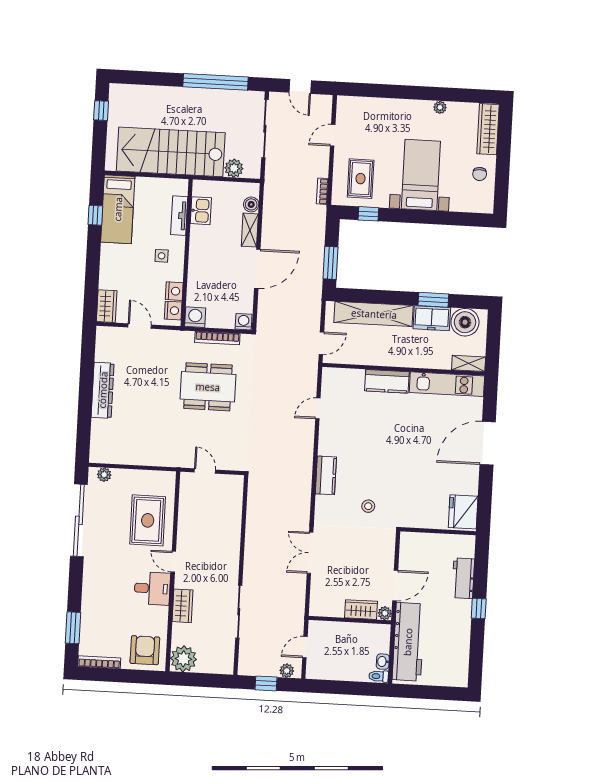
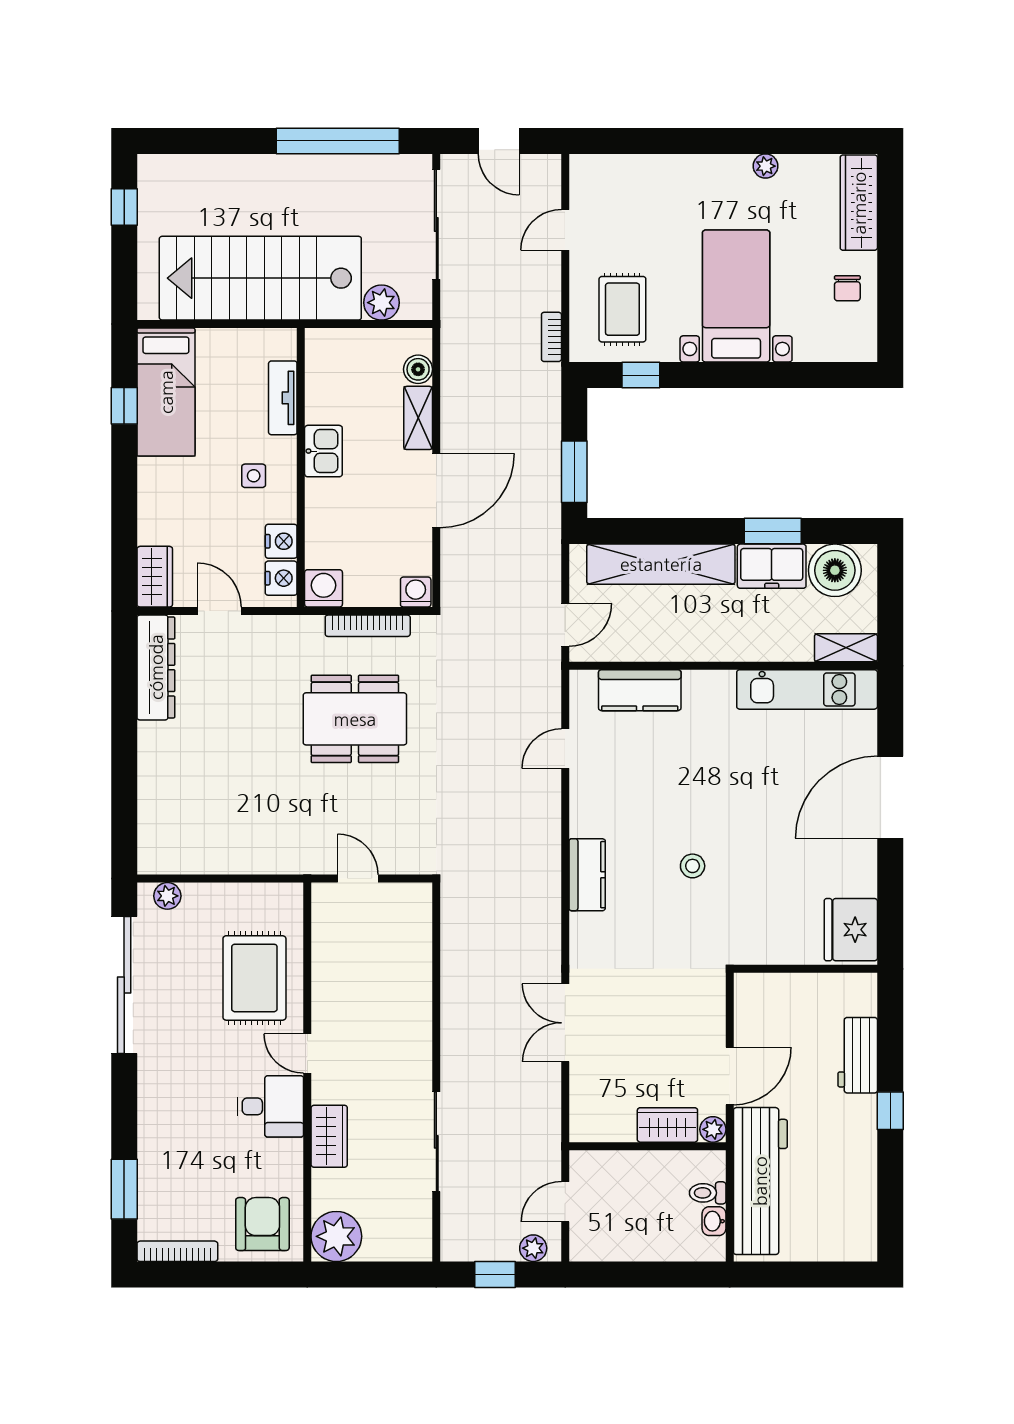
kitchen sink: (201, 211) -> (323, 451), moved
kitchen counter: (387, 381) -> (640, 690), moved
dresser: (103, 390) -> (156, 667), moved
stool: (368, 506) -> (693, 866), moved
toilet: (379, 676) -> (708, 1193), moved

